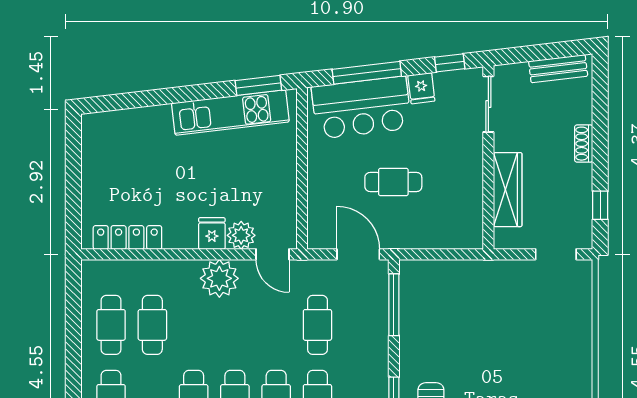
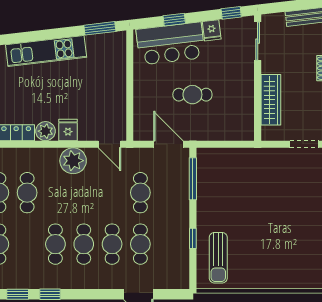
window: (367, 73) -> (174, 20), width x0.46
kitchen unit: (230, 113) -> (46, 51), moved
plant: (241, 235) -> (46, 131), moved

